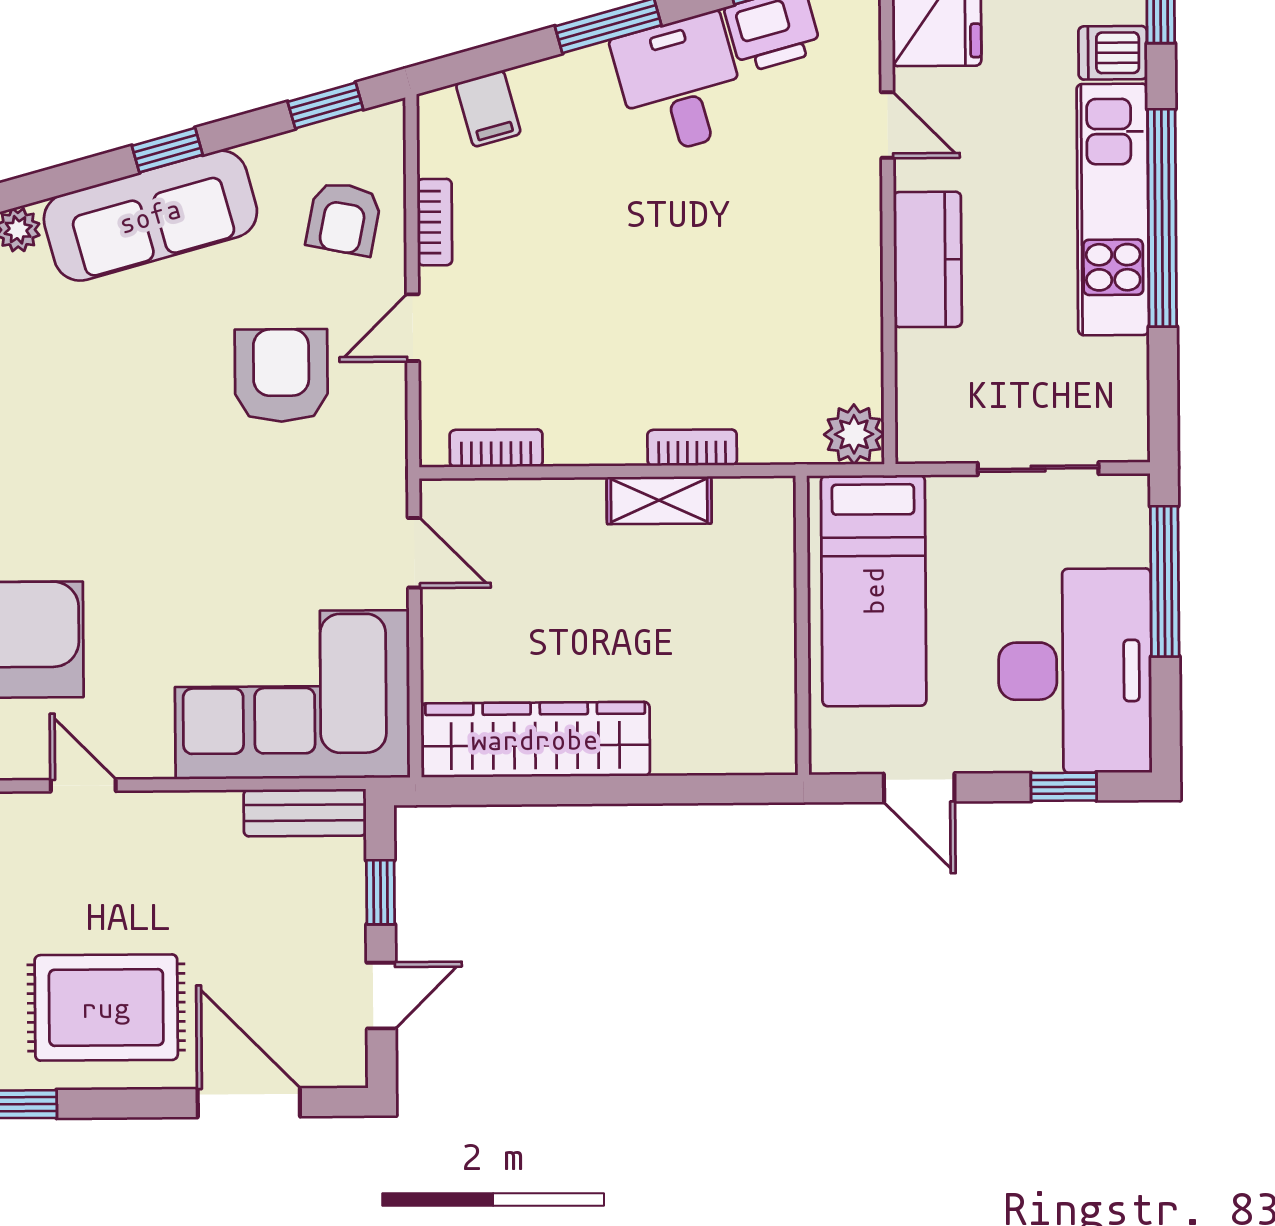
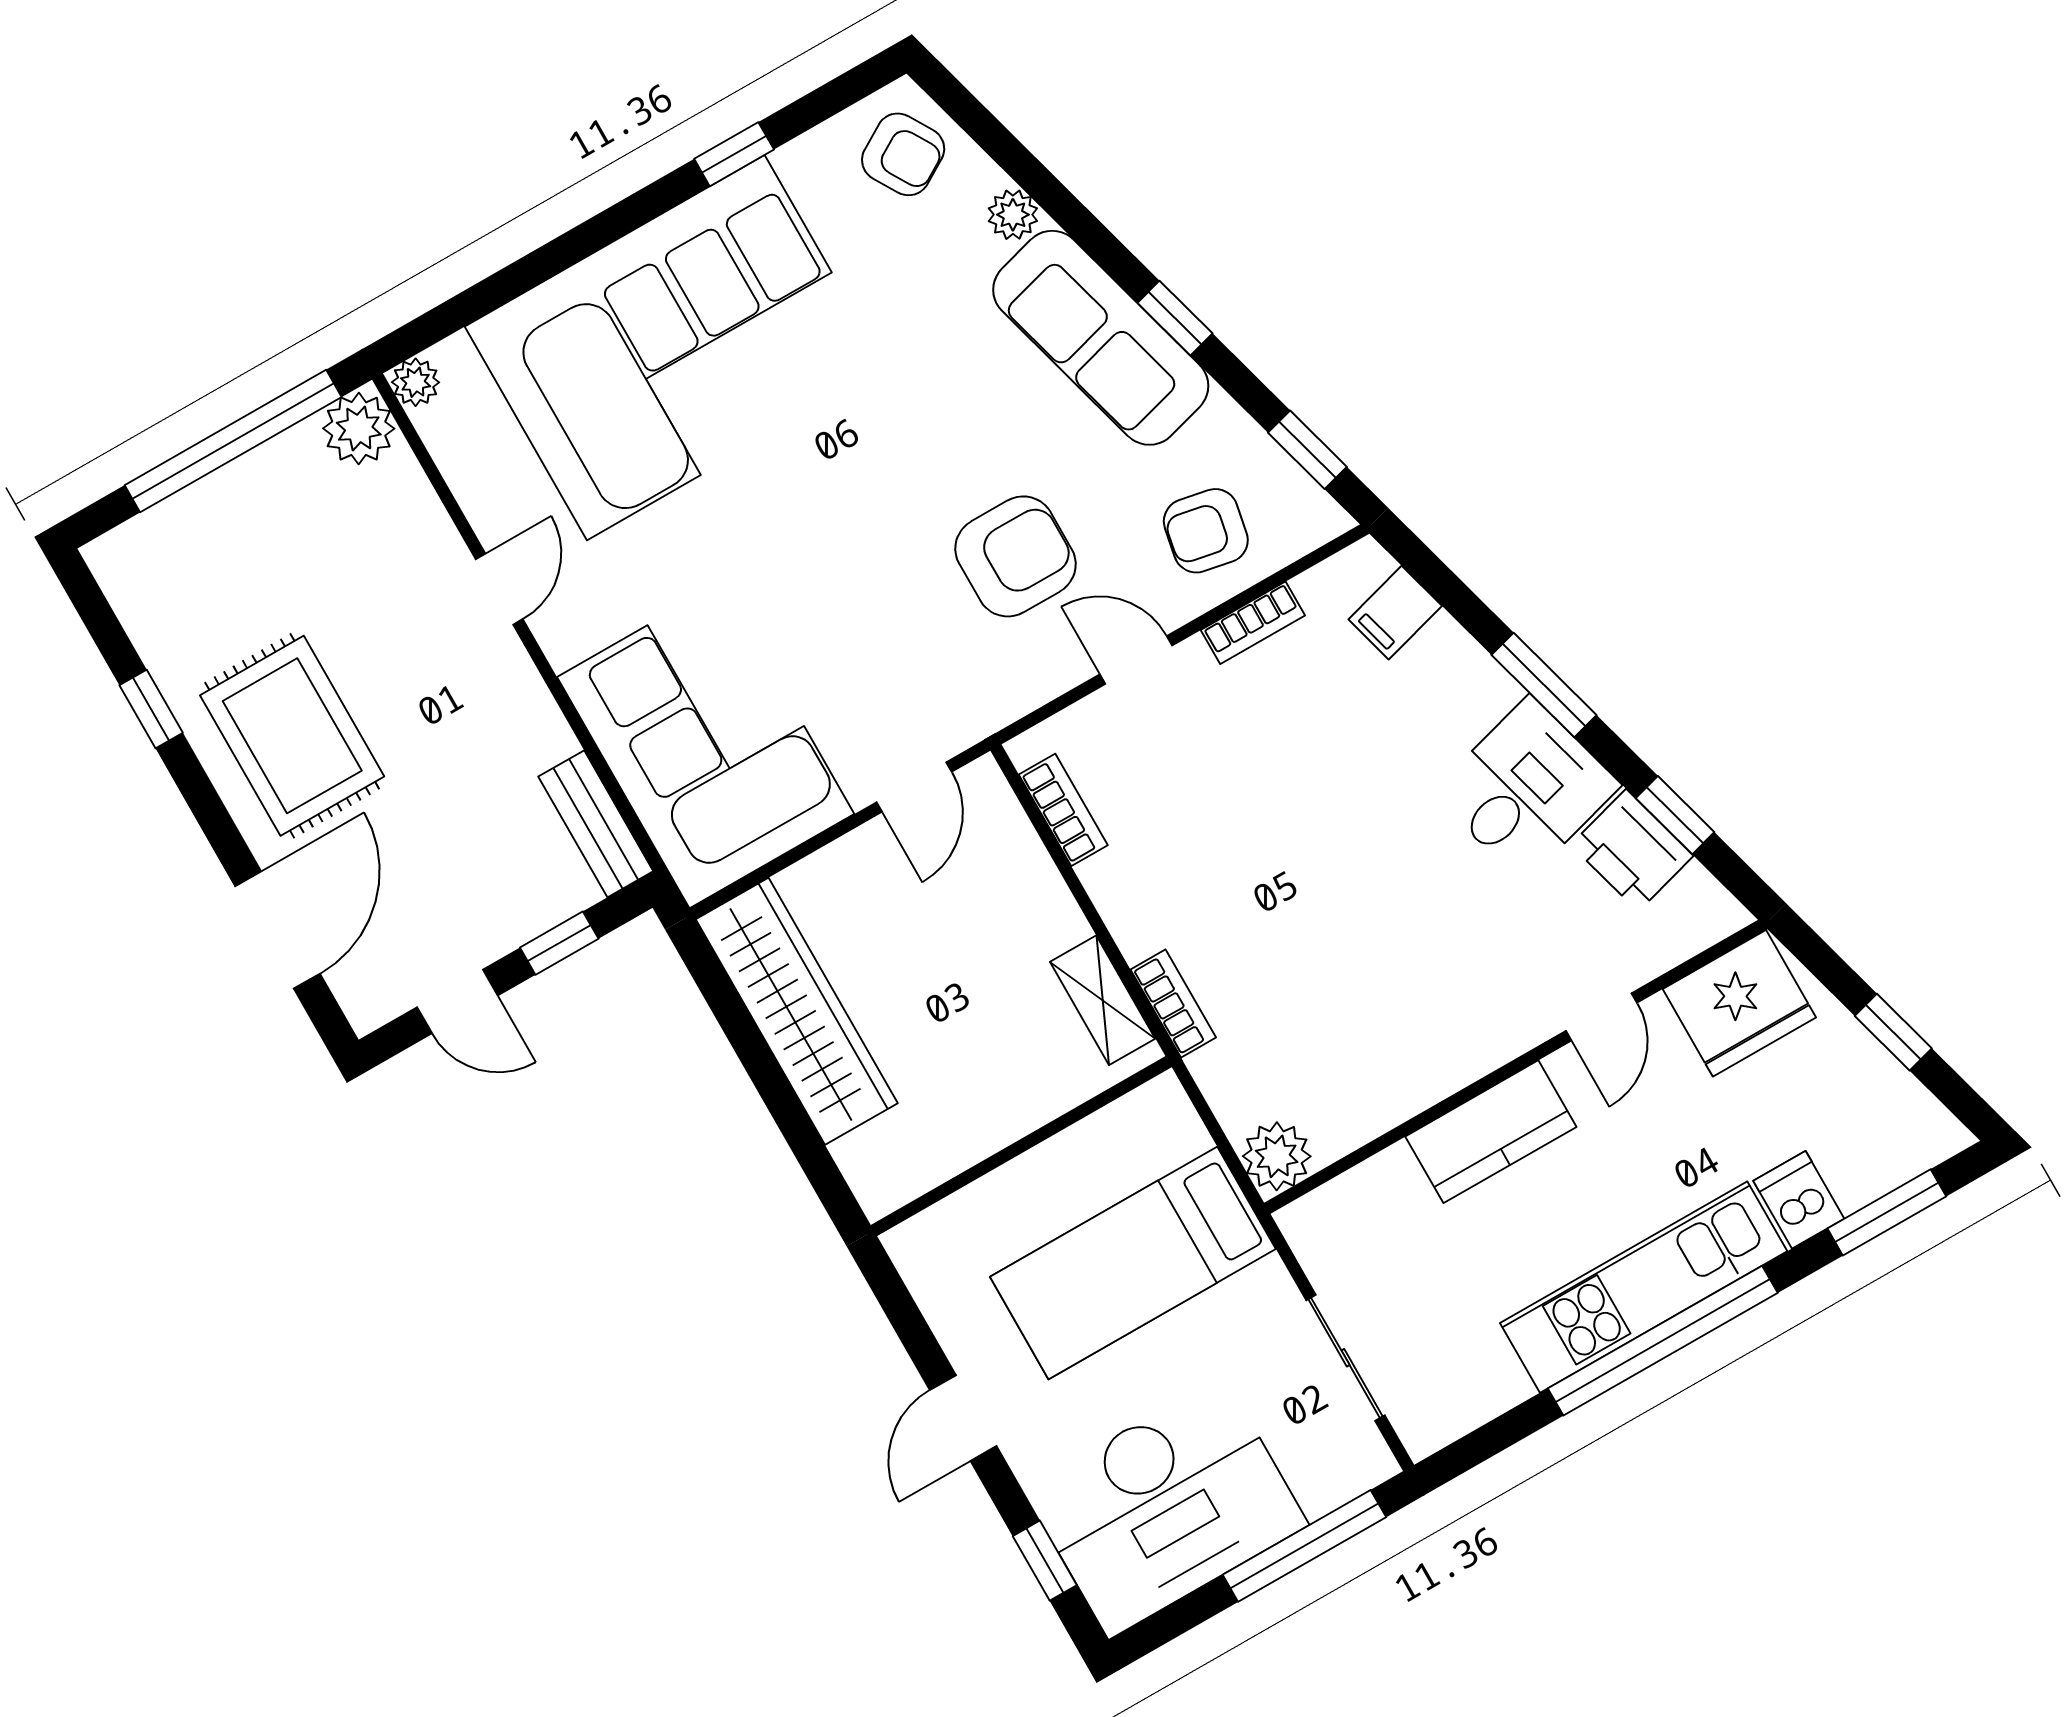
wall: (802, 625) -> (1021, 1146), moved

